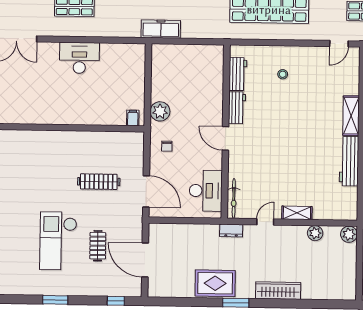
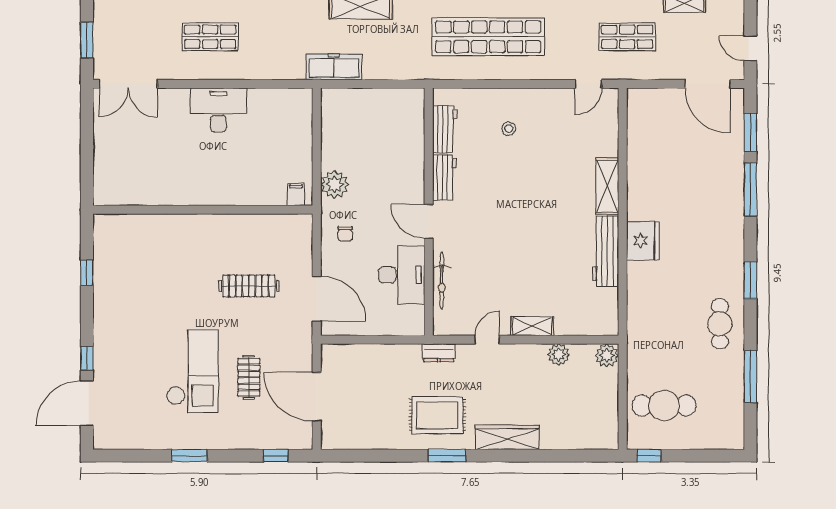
desk: (206, 191) -> (402, 275), moved
bicycle: (234, 198) -> (442, 281), moved
checkout: (58, 241) -> (192, 371), turned 180
rug: (215, 283) -> (437, 415), moved

